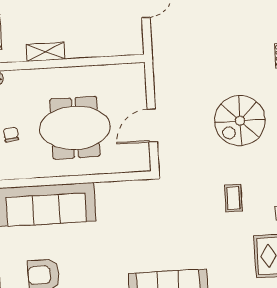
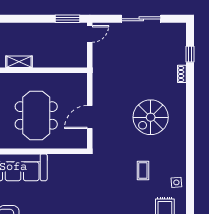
meeting table: (75, 128) -> (36, 115), turned 90

